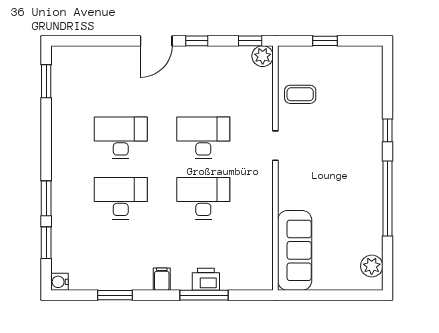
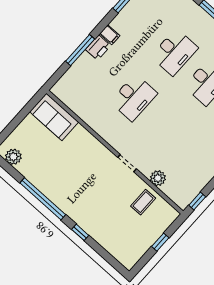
plant: (263, 56) -> (158, 178), moved
desk: (203, 138) -> (167, 127), removed
sofa: (295, 250) -> (54, 117), width x0.73
printer: (206, 279) -> (98, 48), moved

